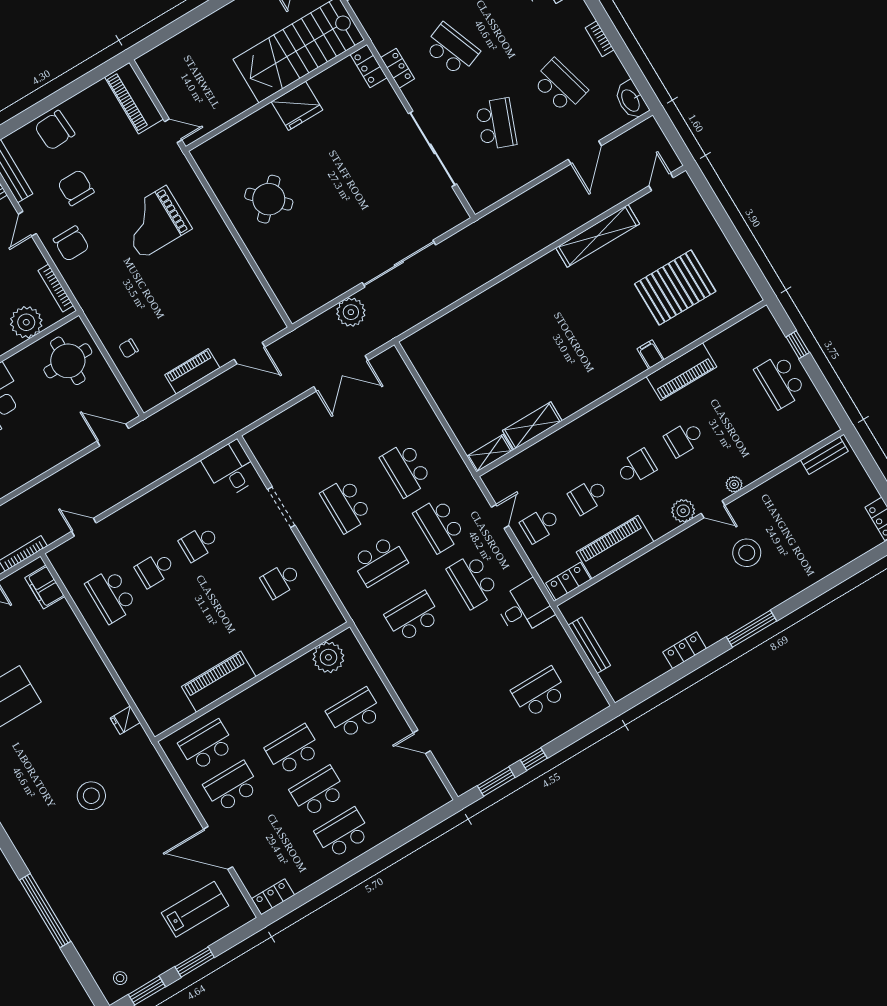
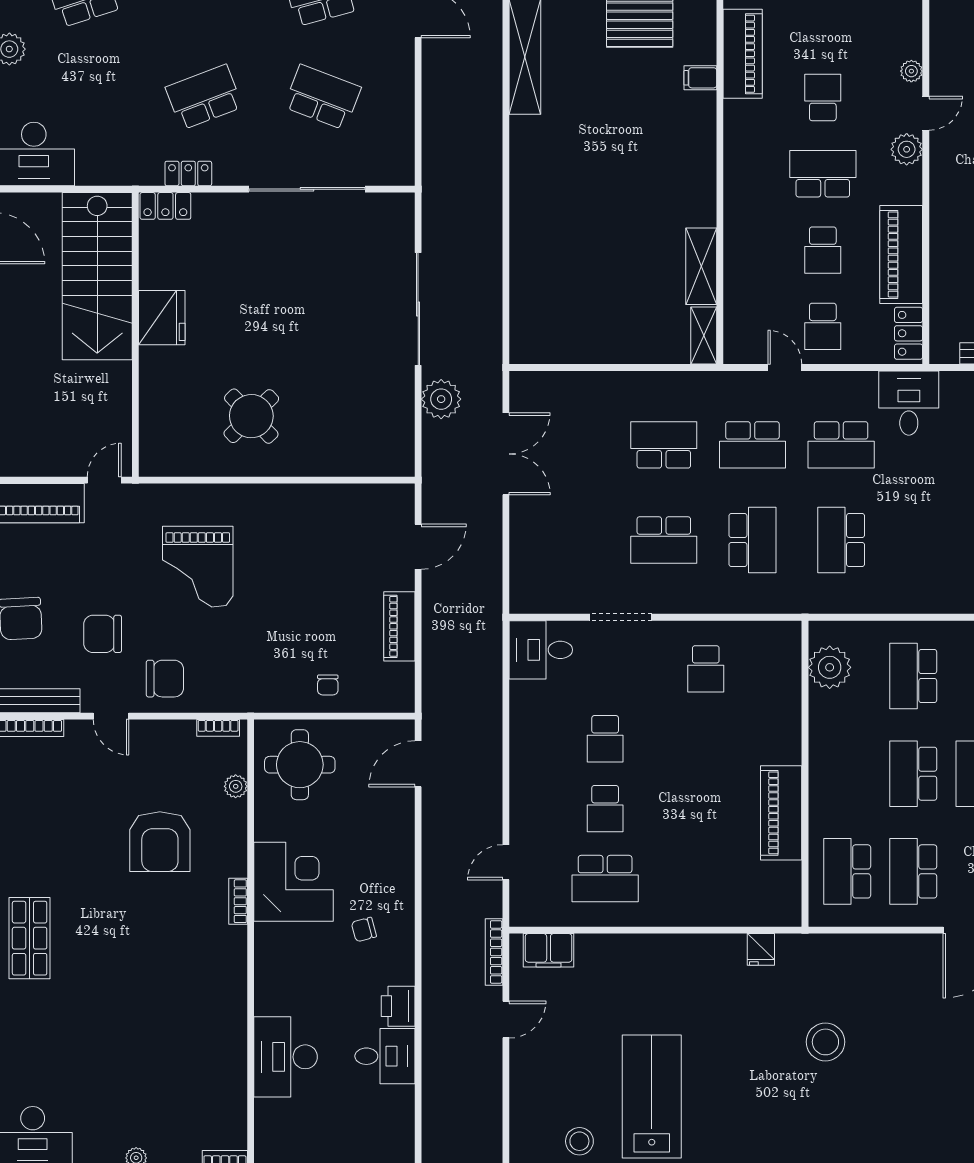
bookcase: (56, 288) -> (218, 728), width x0.64
plant: (26, 322) -> (236, 786), width x0.53, depth x0.53
school desk: (684, 439) -> (823, 98), turned 180
school desk: (636, 467) -> (823, 174), width x1.85
school desk: (406, 469) -> (664, 445), turned 180

